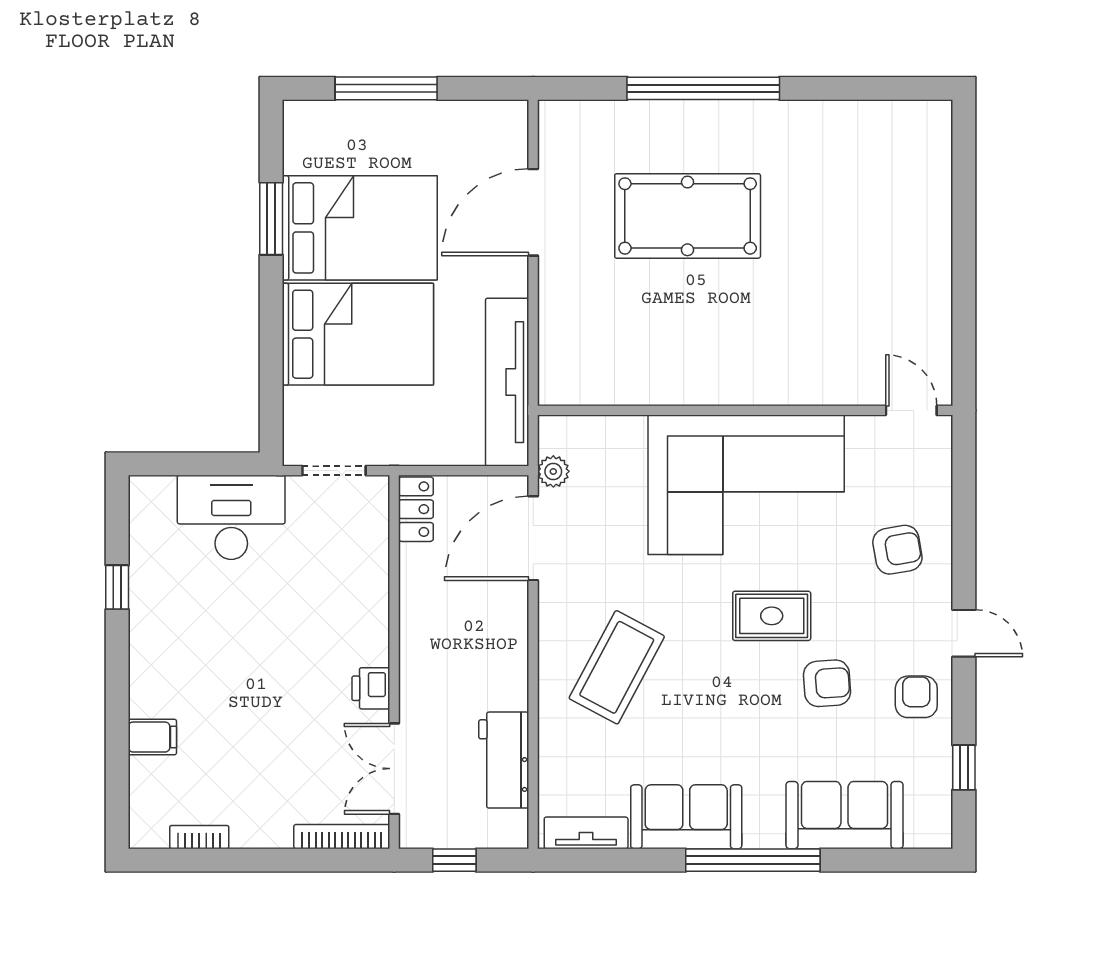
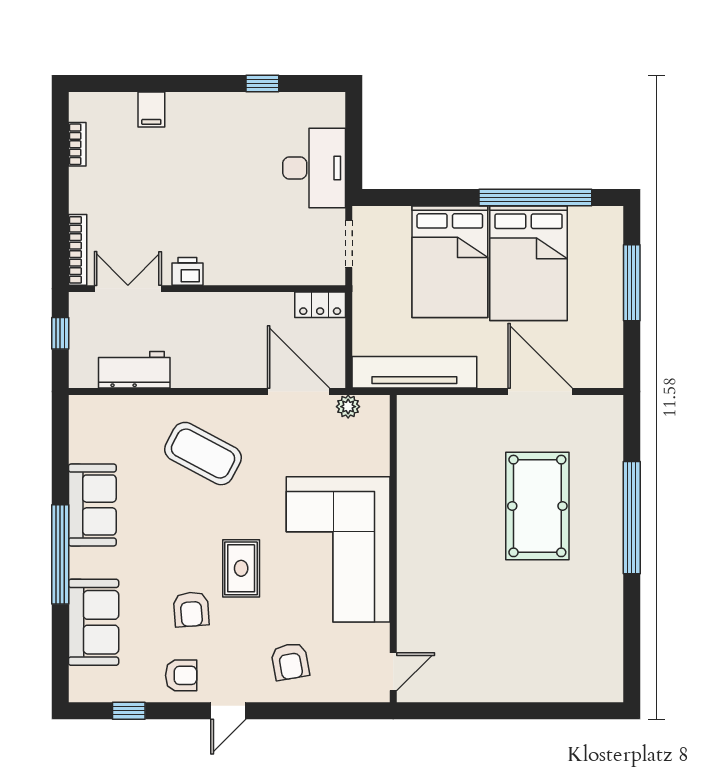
window: (271, 219) -> (535, 197), width x2.11
tv unit: (586, 833) -> (80, 431), removed

